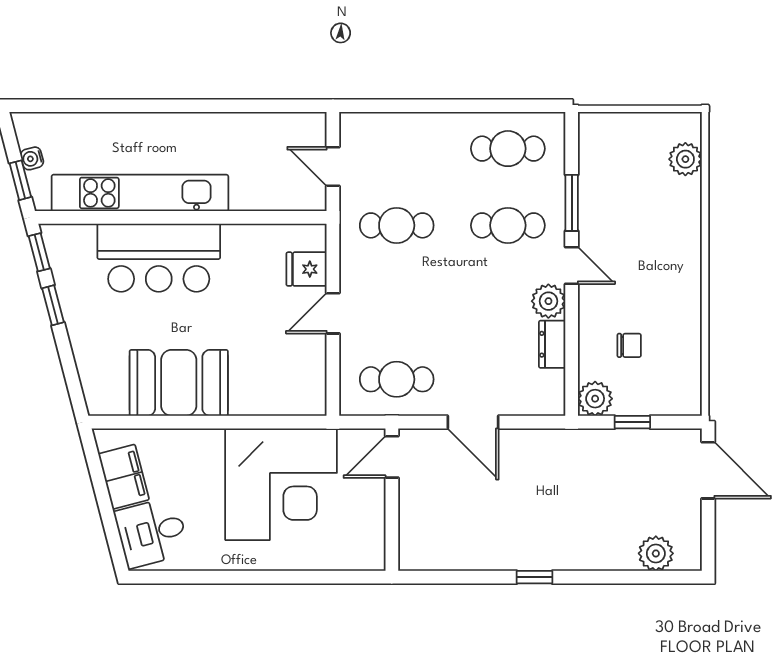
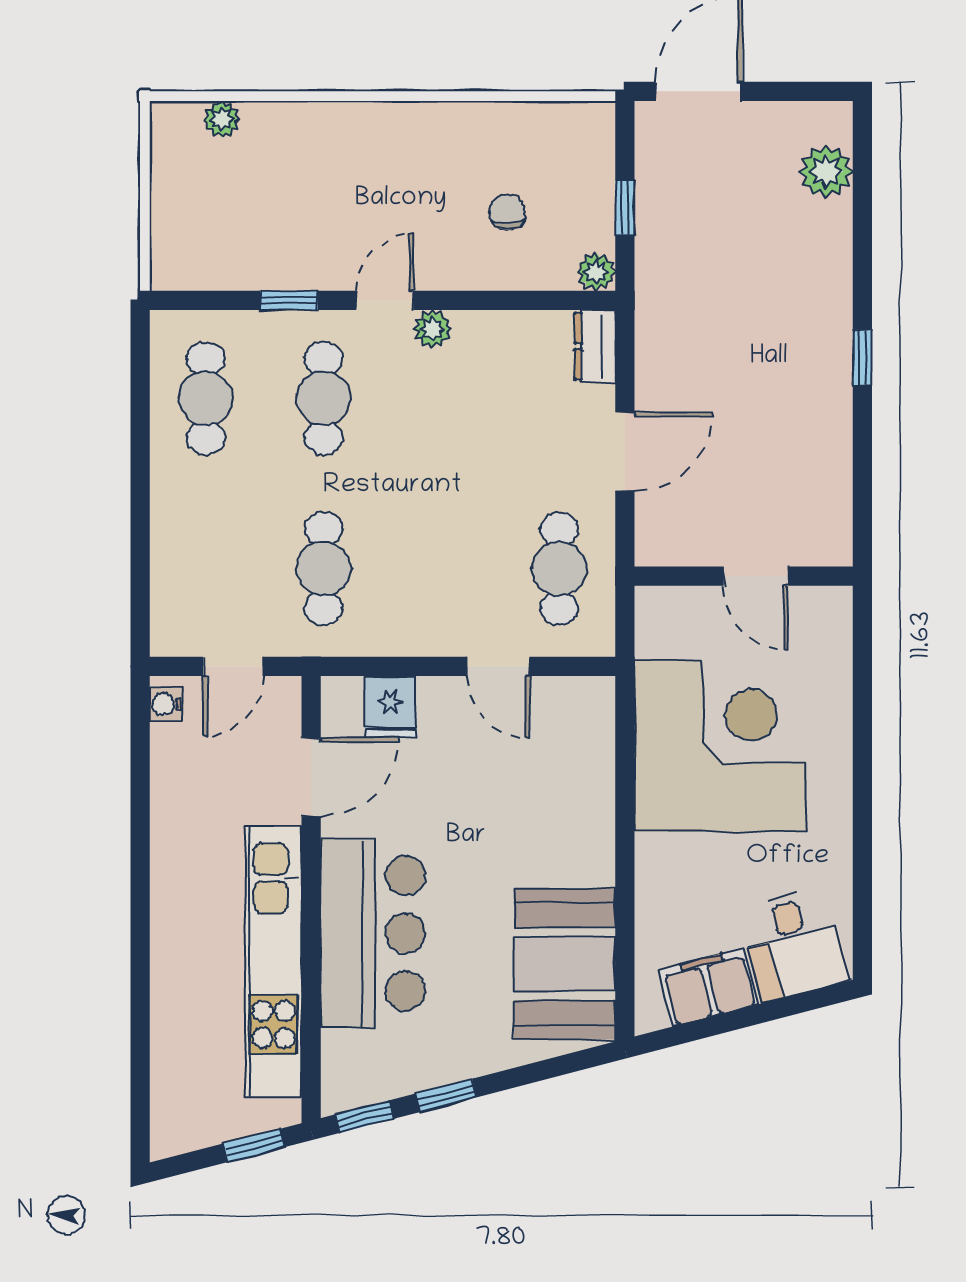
water cooler: (32, 158) -> (166, 704), moved, turned 105
plant: (685, 159) -> (222, 119), width x0.73, depth x0.73
window: (572, 203) -> (289, 300), width x0.67
door: (261, 217) -> (311, 777), added
plant: (548, 301) -> (432, 329), width x0.73, depth x0.73
door: (333, 313) -> (498, 666), moved
dresser: (552, 344) -> (595, 346), moved, turned 90
booth: (179, 383) -> (565, 964), moved
plant: (595, 399) -> (596, 272), width x0.73, depth x0.73
door: (392, 457) -> (756, 576), moved

